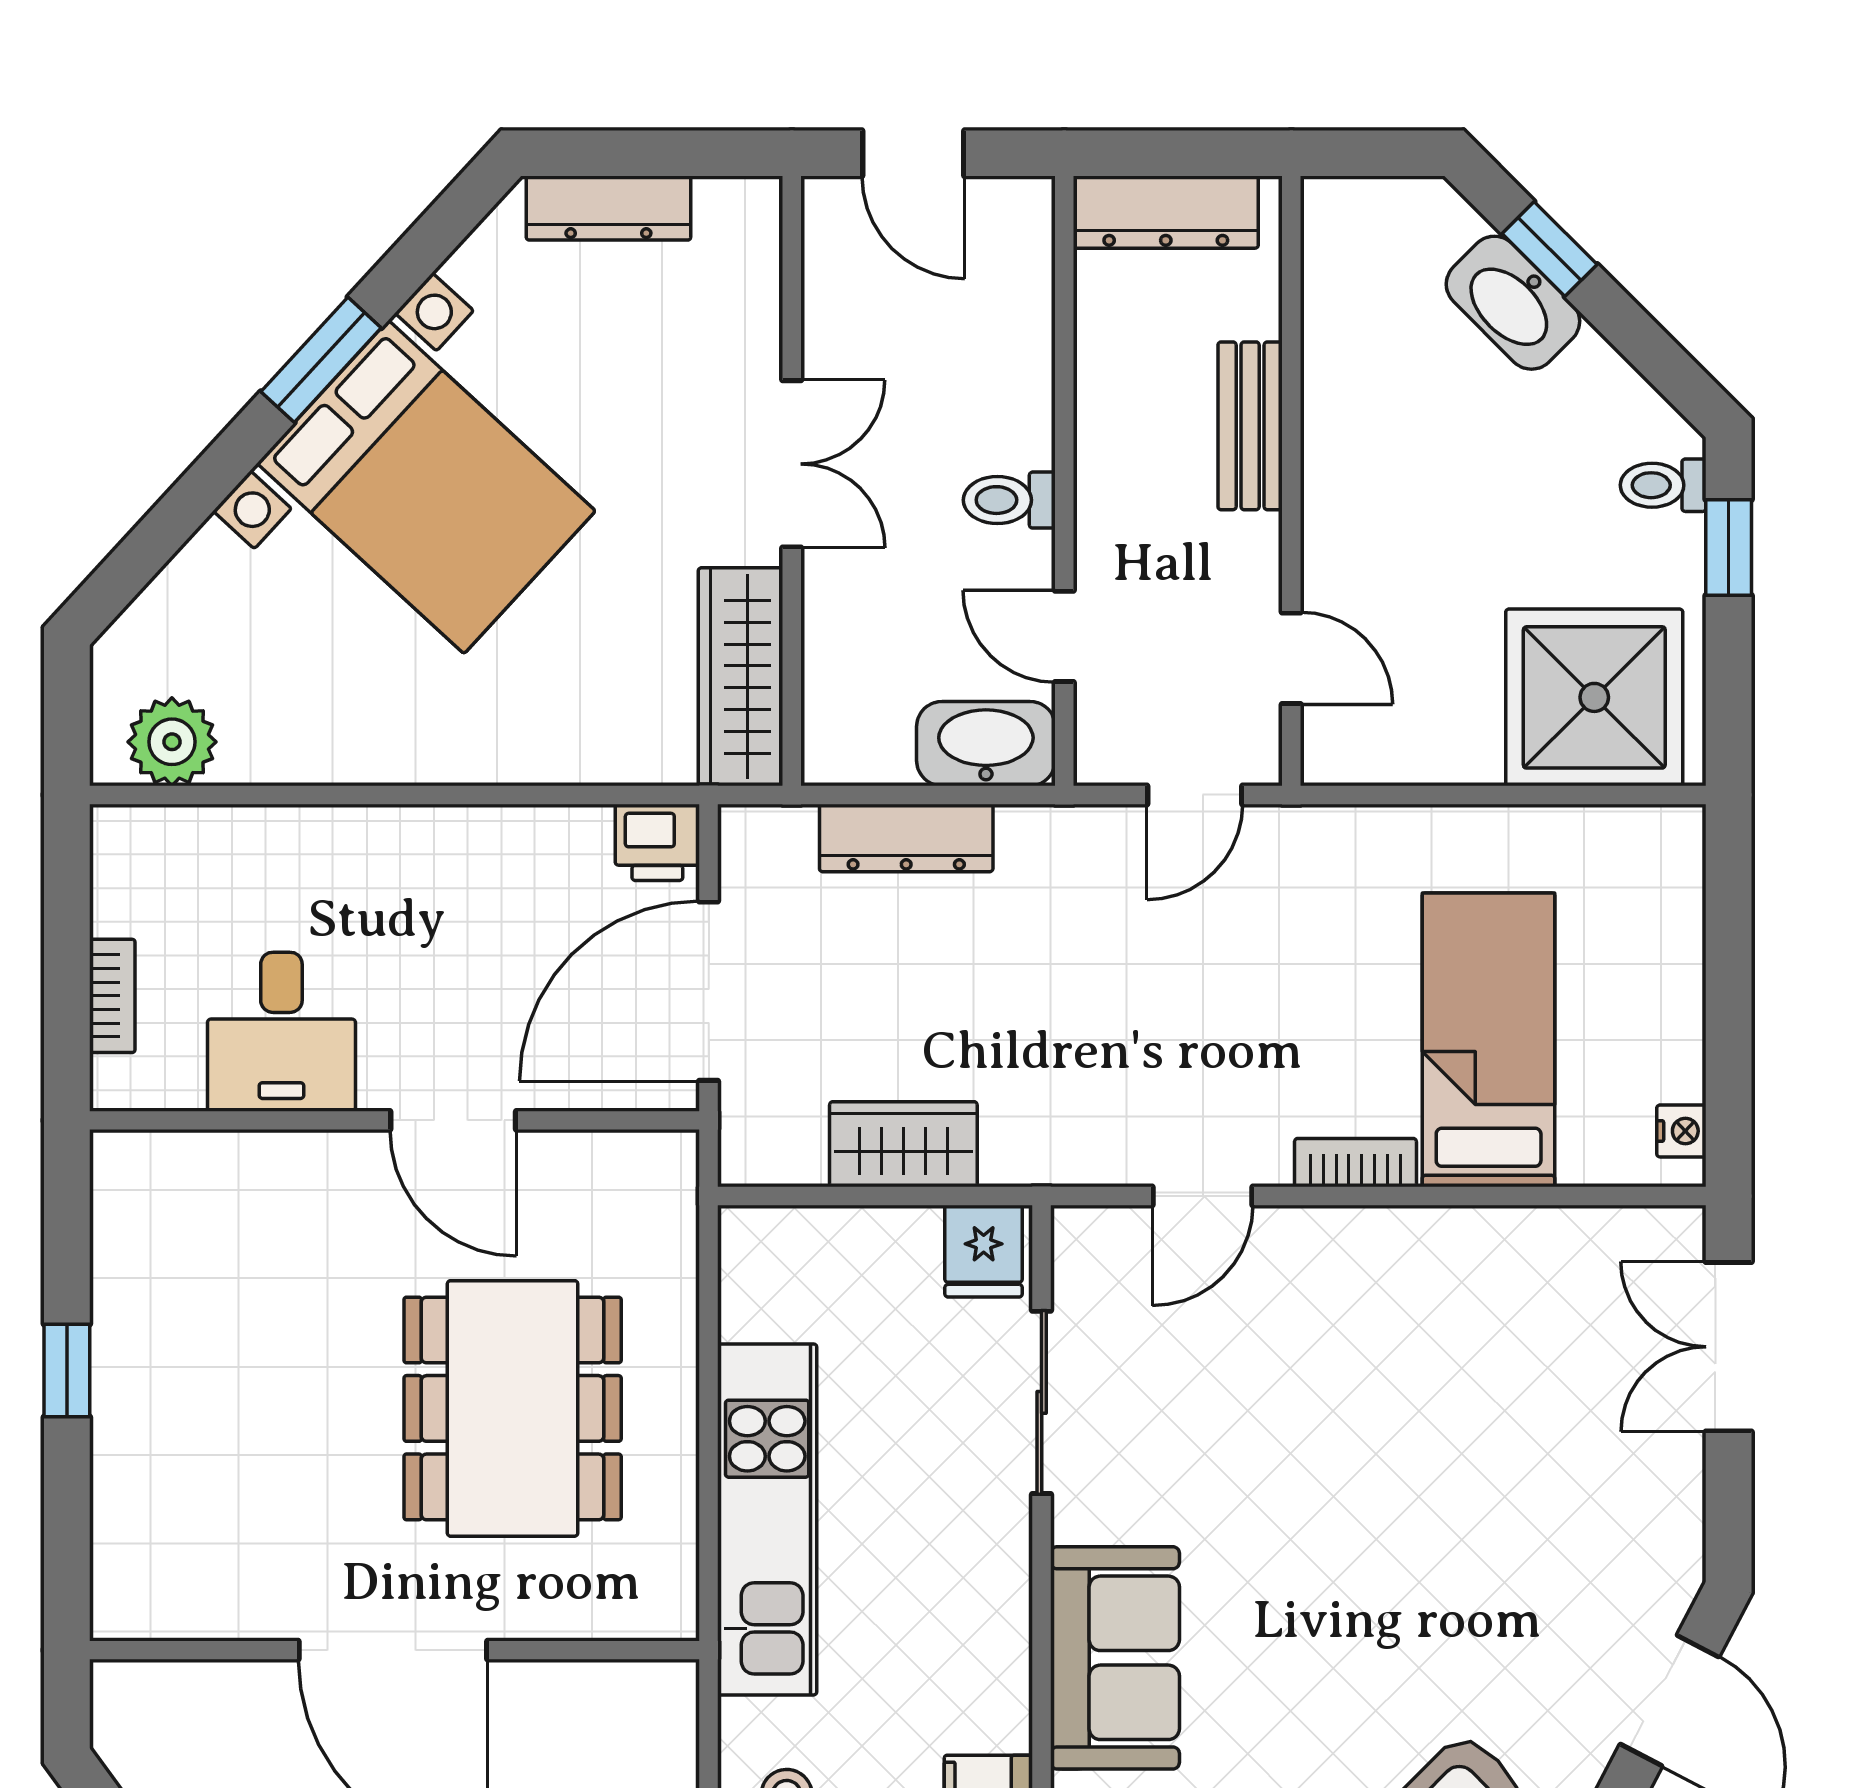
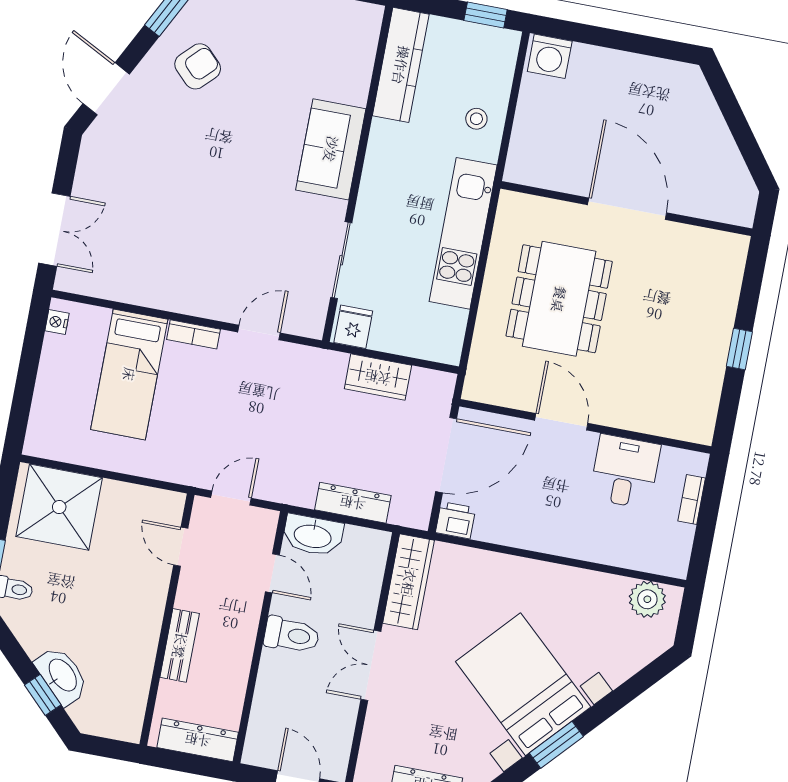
toilet: (1009, 500) -> (292, 635), width x1.37, depth x1.39

